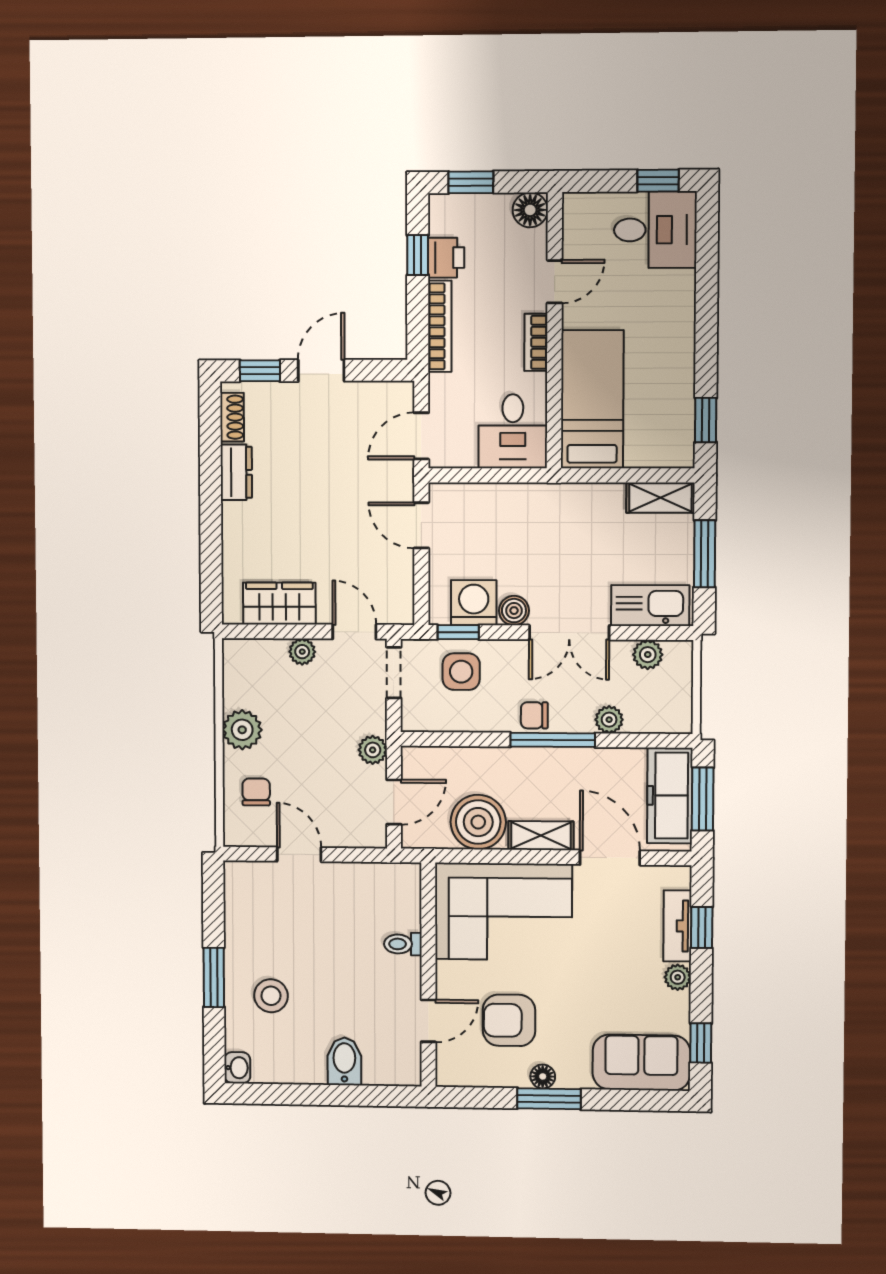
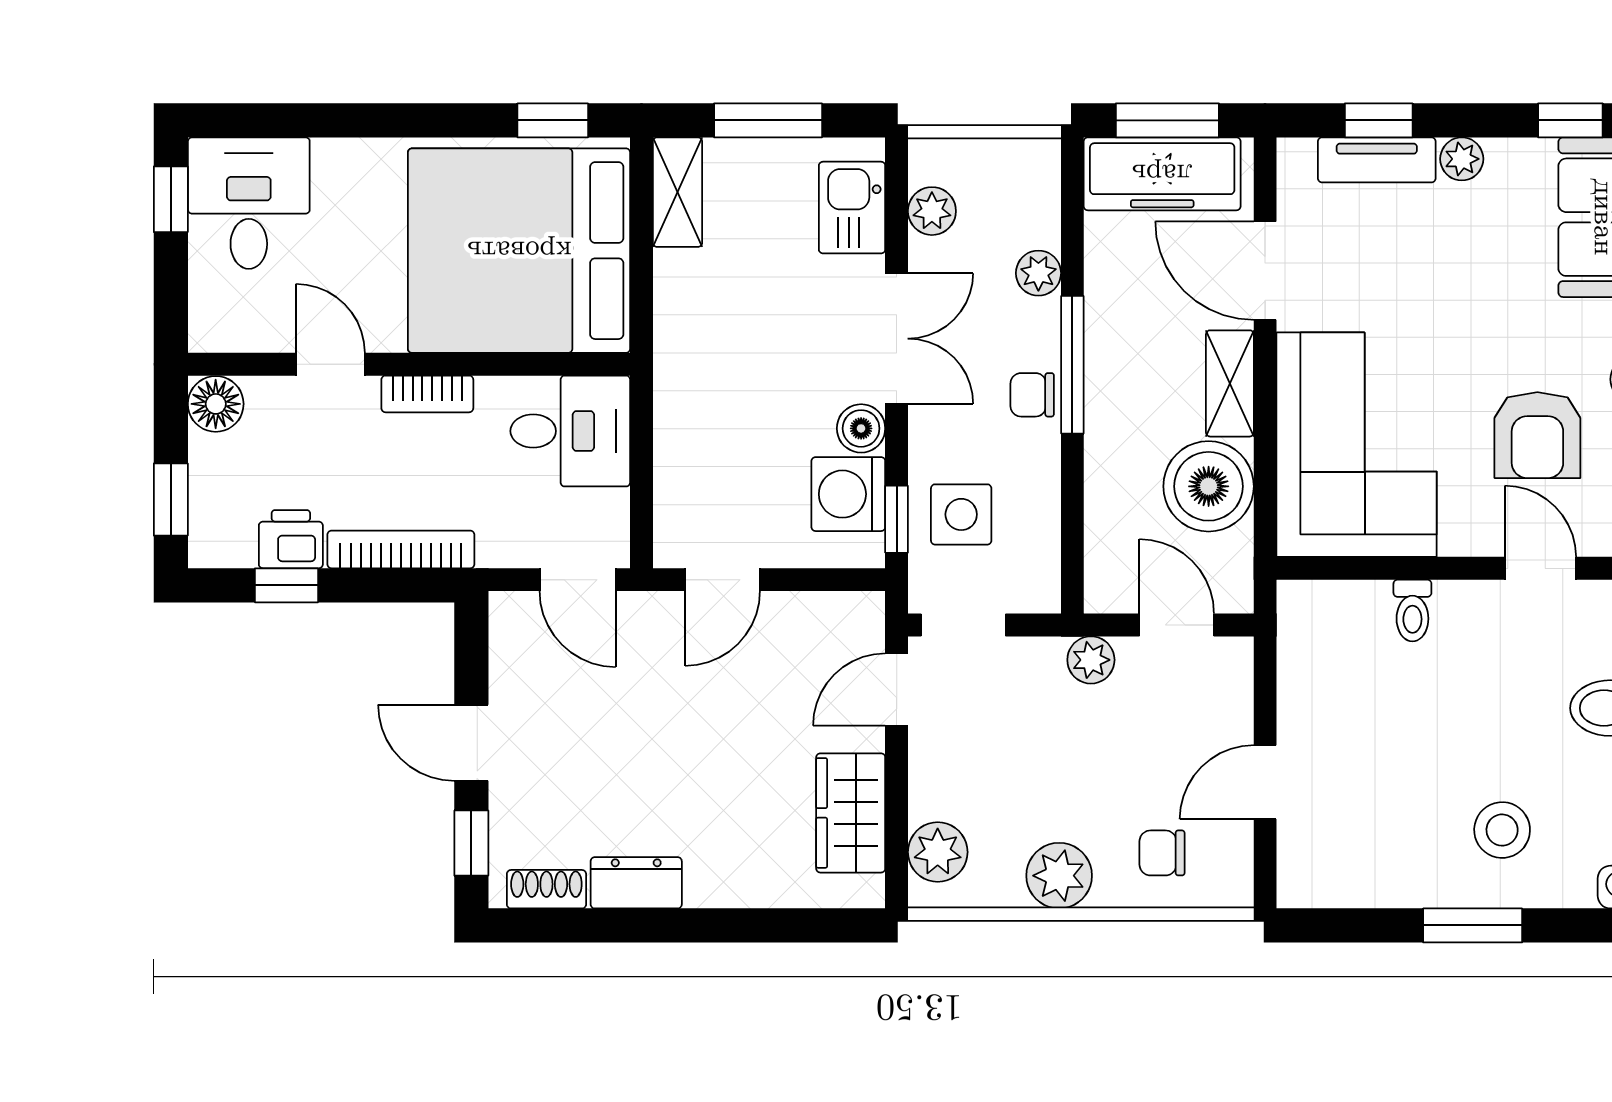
bed: (592, 399) -> (519, 251), width x2.04
kitchen sink: (650, 605) -> (852, 208), width x0.73
plant: (302, 652) -> (938, 852), moved, width x1.38, depth x1.38
chair: (534, 715) -> (1032, 395), turned 90
door: (610, 858) -> (1265, 271), hinge flipped

